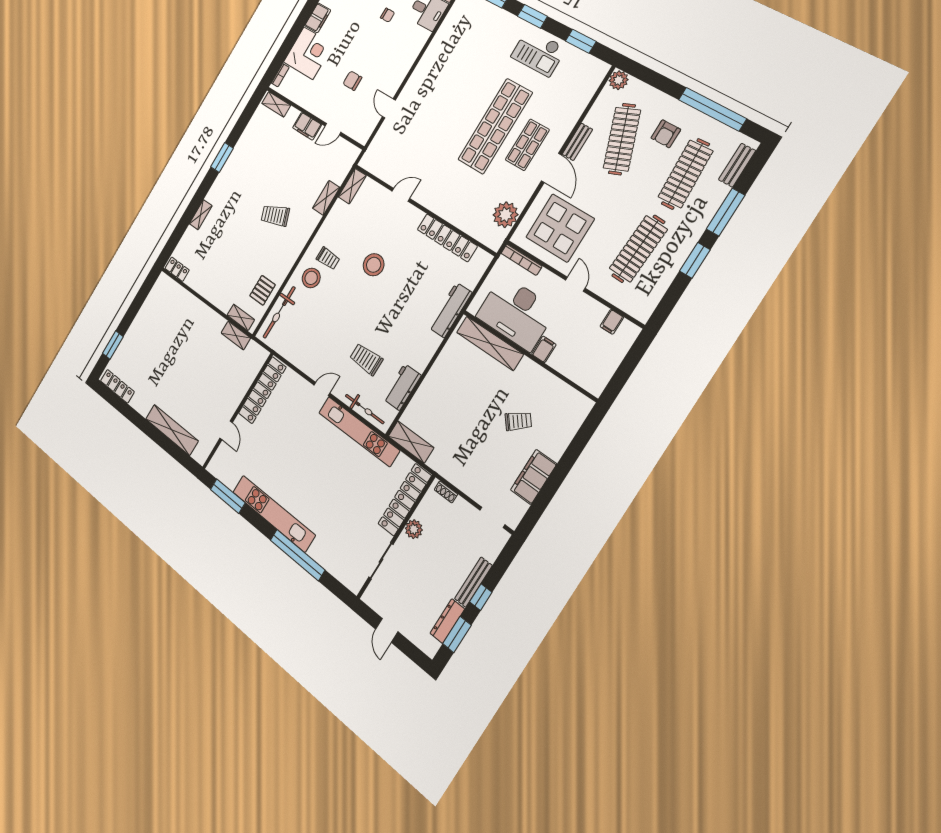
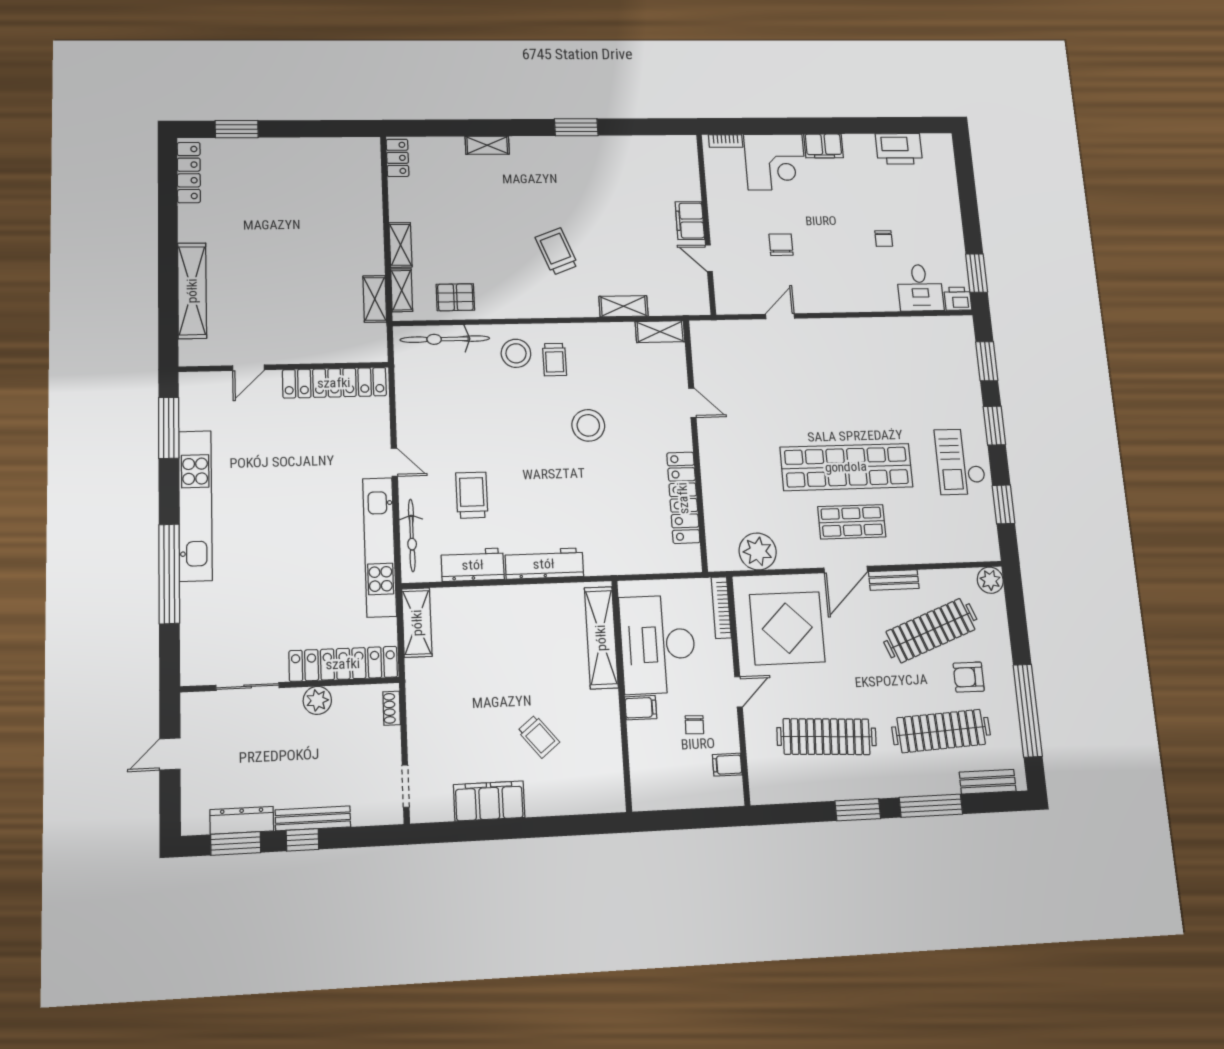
shelving: (276, 104) -> (400, 245), moved
workbench: (450, 310) -> (544, 564), moved
chair: (575, 325) -> (694, 725), added

